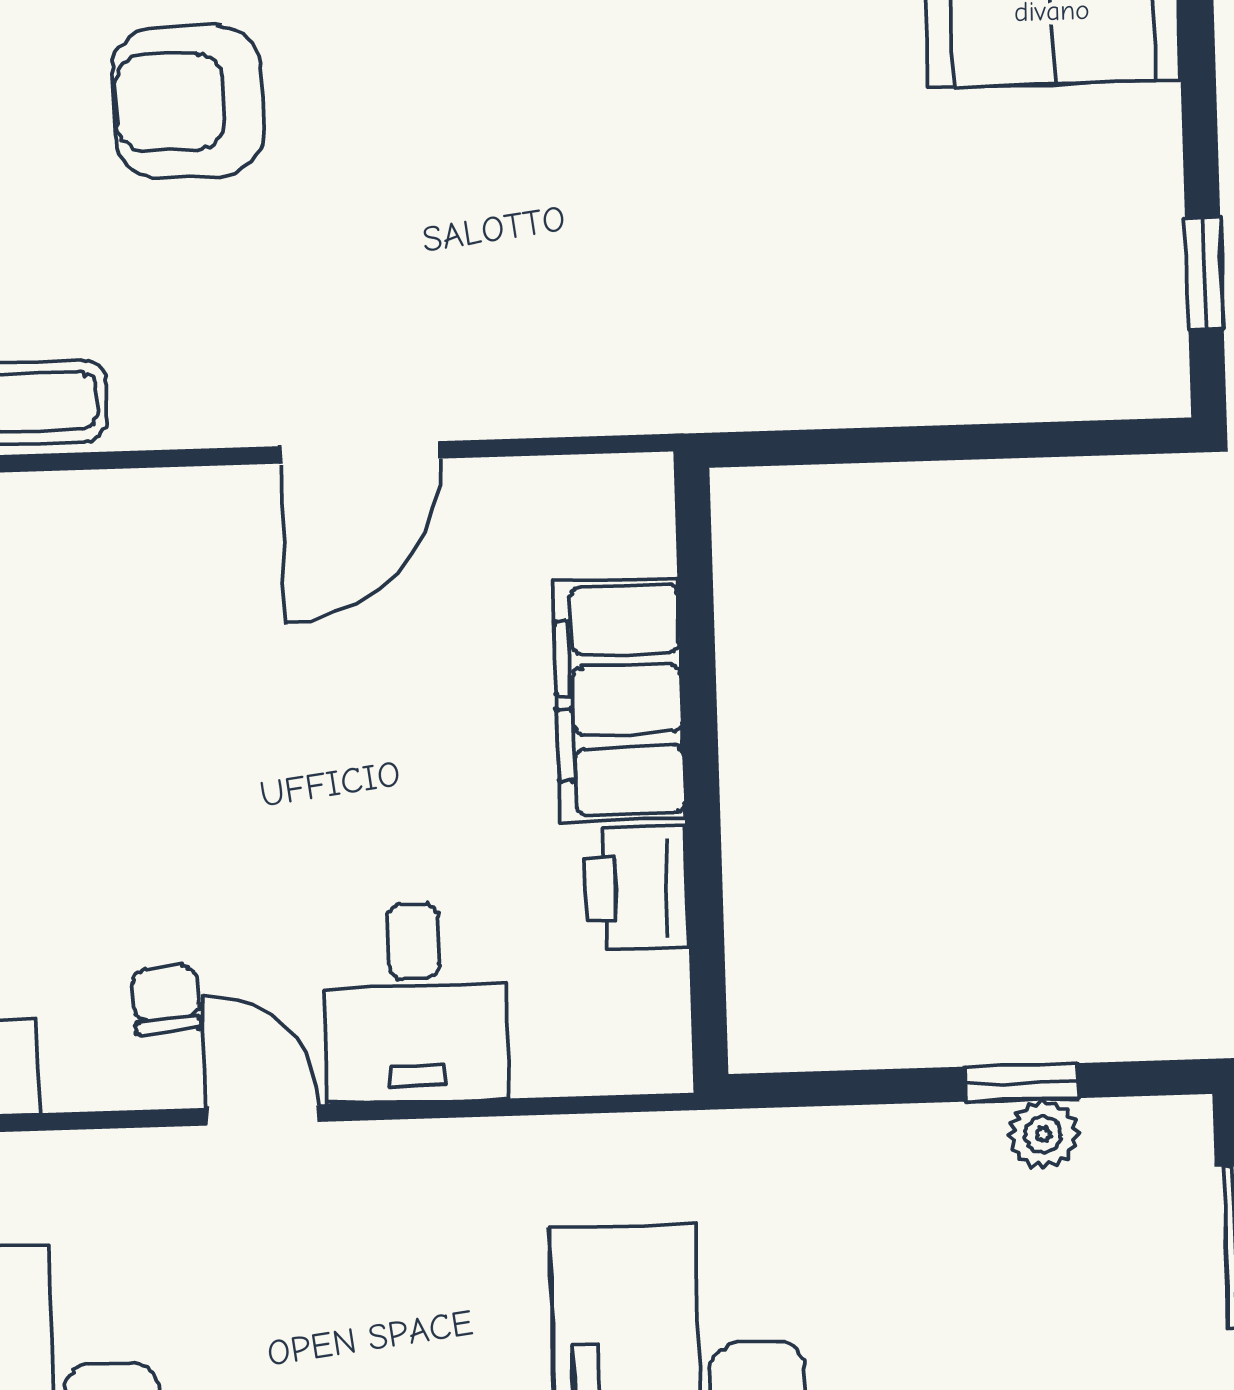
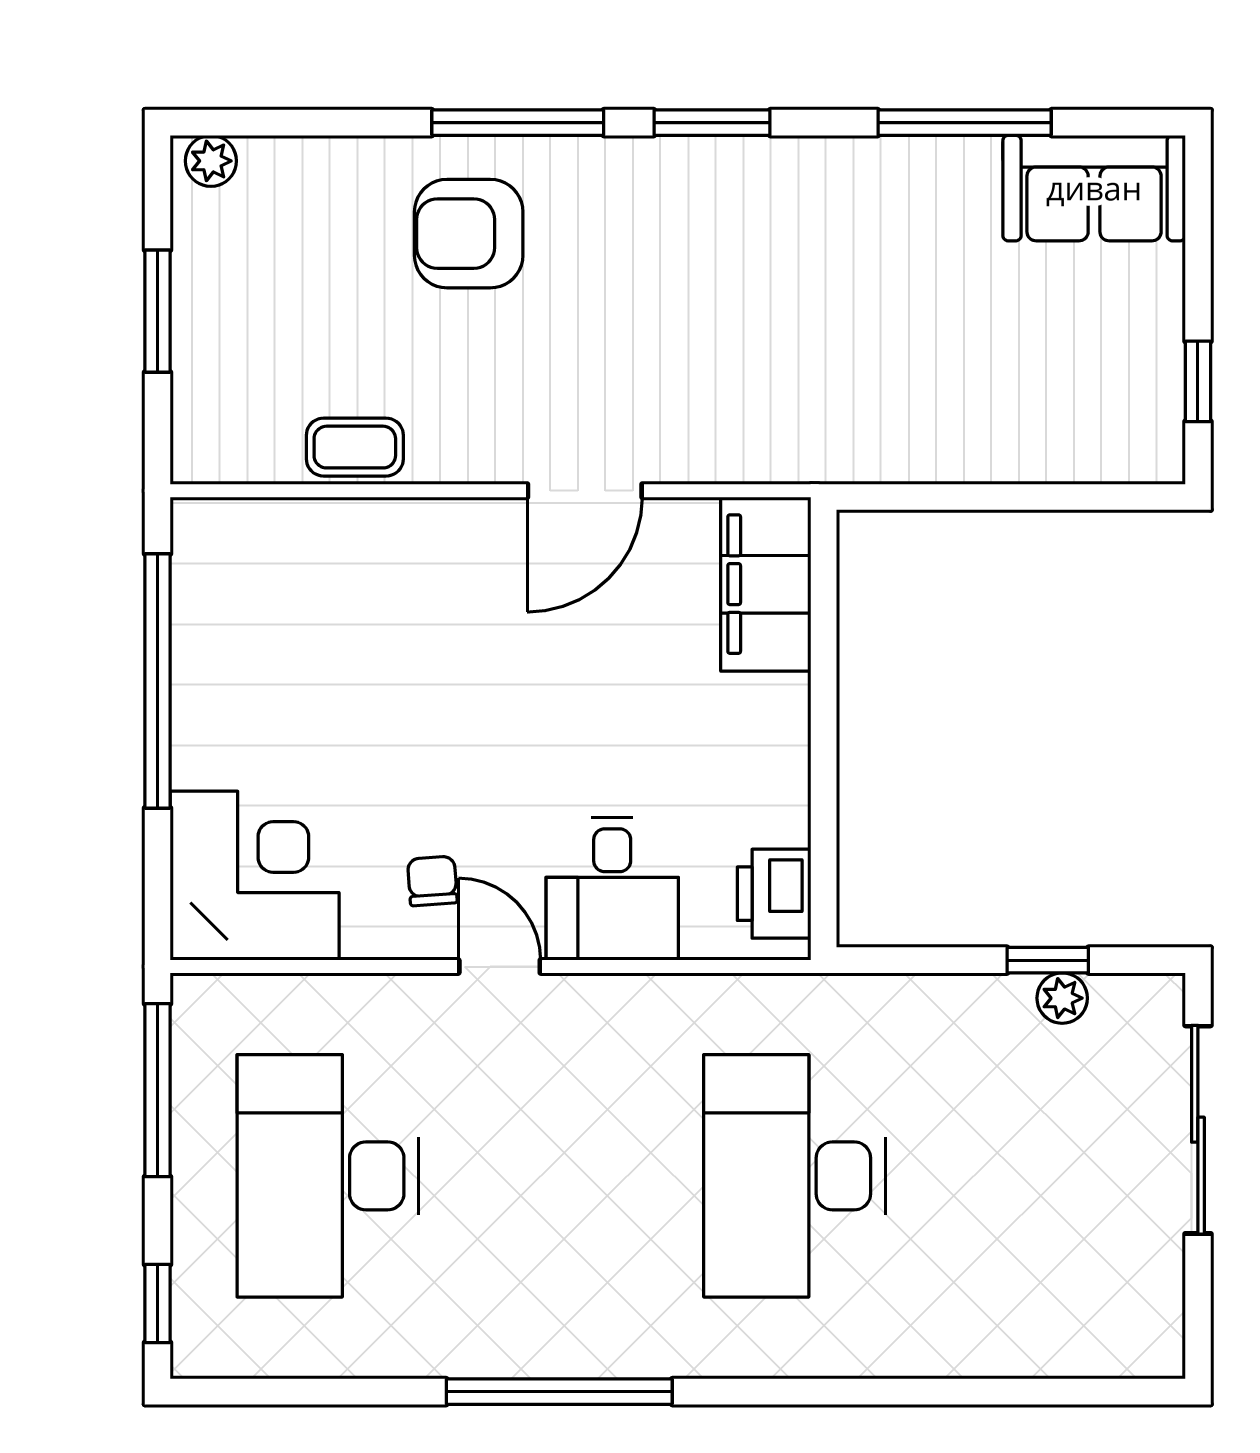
filing cabinet: (619, 700) -> (766, 584), moved
printer: (636, 889) -> (774, 894), moved

